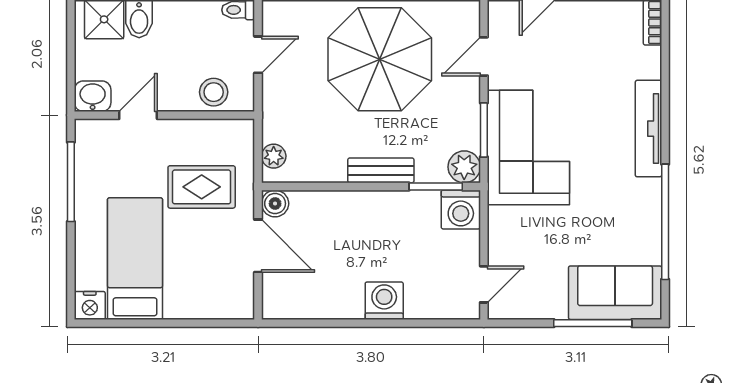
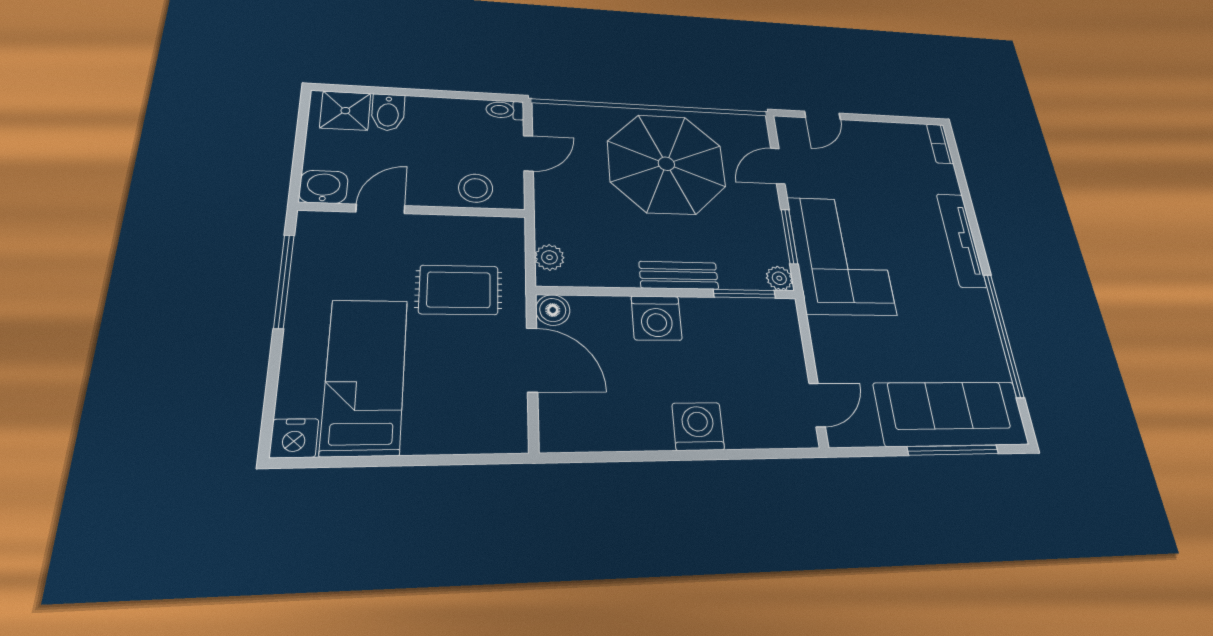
plant: (464, 167) -> (779, 278), width x0.73, depth x0.73
washing machine: (461, 210) -> (656, 318), moved
sofa: (615, 293) -> (951, 414), width x1.36

